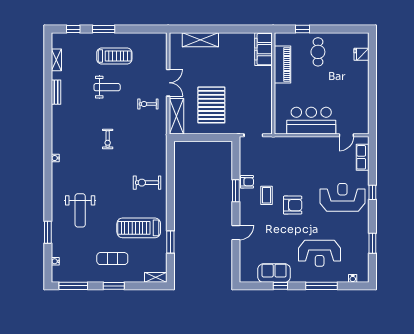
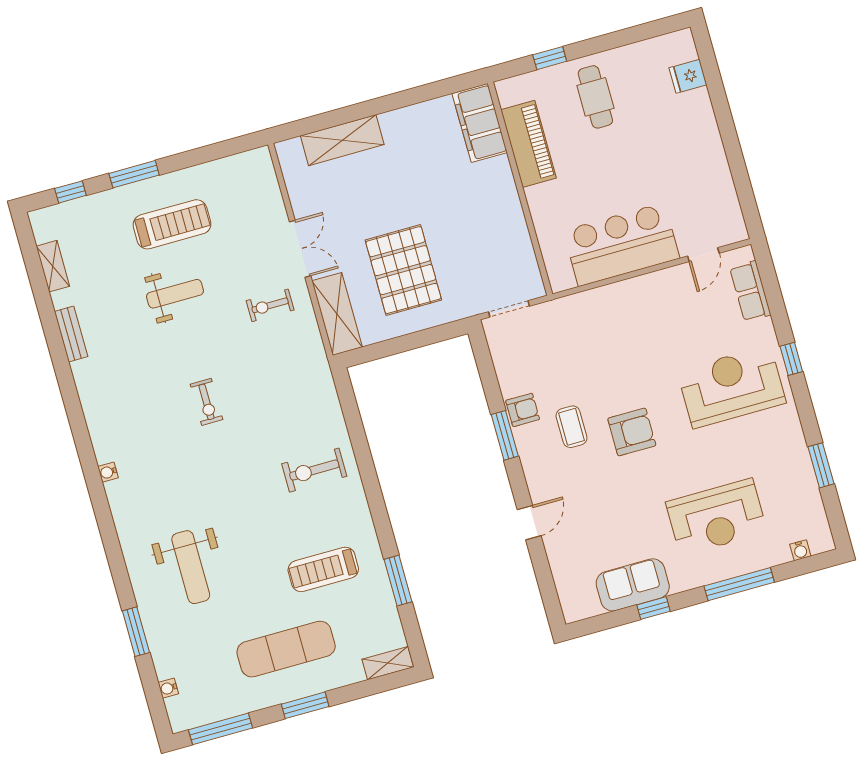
treadmill: (139, 228) -> (323, 569), width x0.73, depth x0.73
exercise mat: (112, 259) -> (286, 649), width x1.36, depth x1.45

